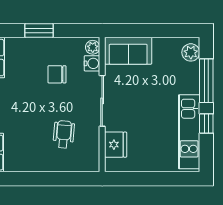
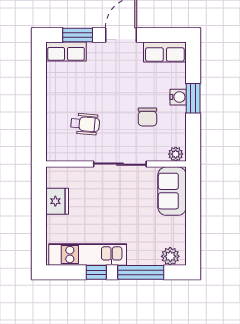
water cooler: (92, 63) -> (178, 97), moved, turned -90
chair: (57, 74) -> (147, 117), turned 180
fridge: (116, 145) -> (57, 201), moved, turned -90

